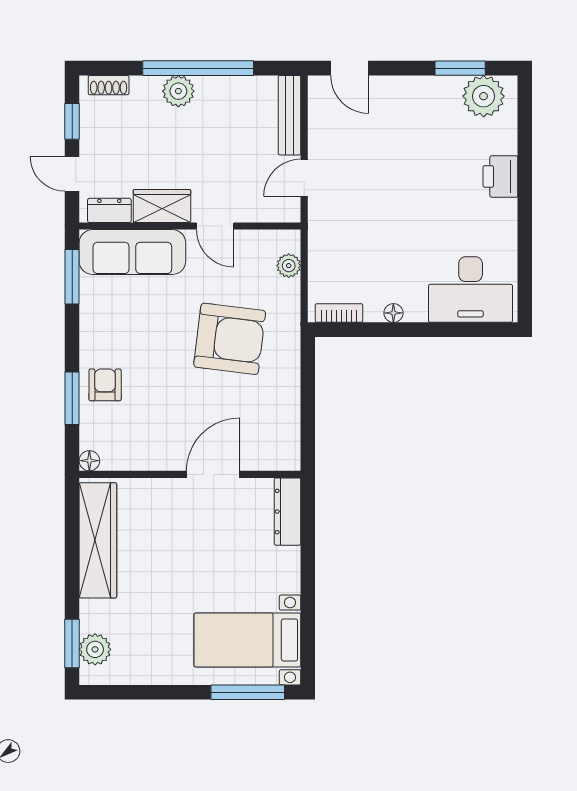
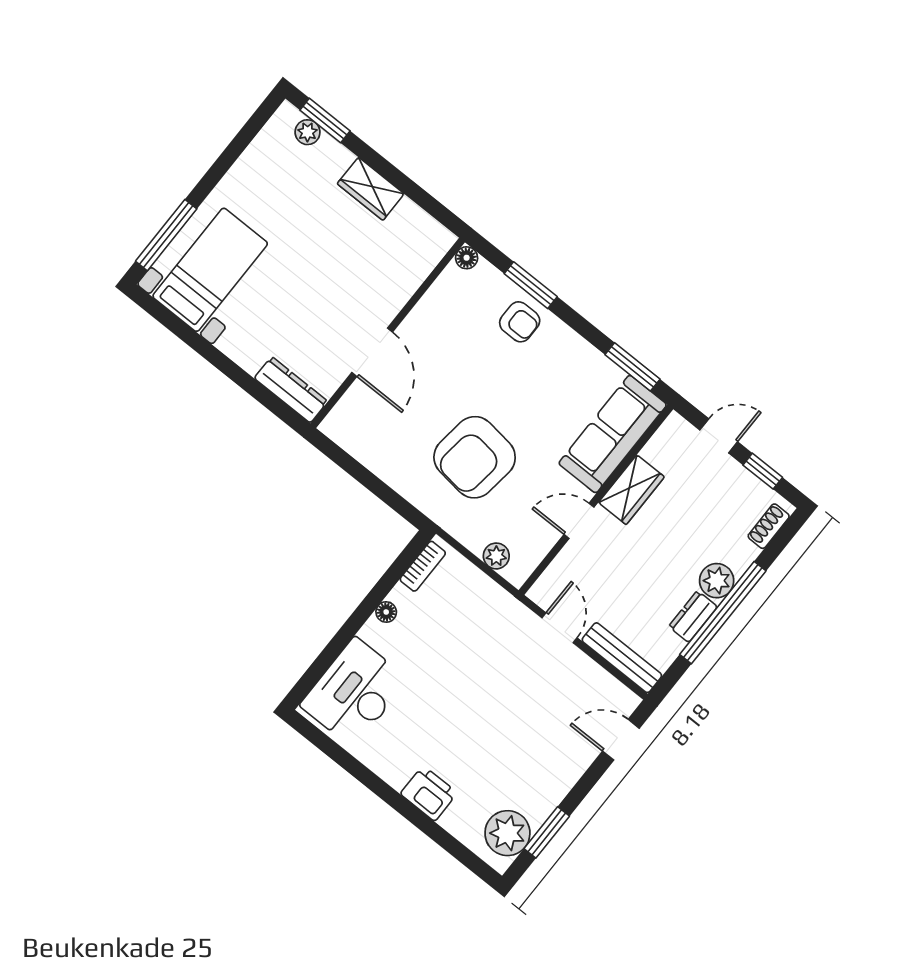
dresser: (109, 210) -> (693, 617), moved, turned 180
wardrobe: (98, 540) -> (371, 189), width x0.48, depth x0.85
plant: (95, 649) -> (308, 132), width x0.73, depth x0.73

